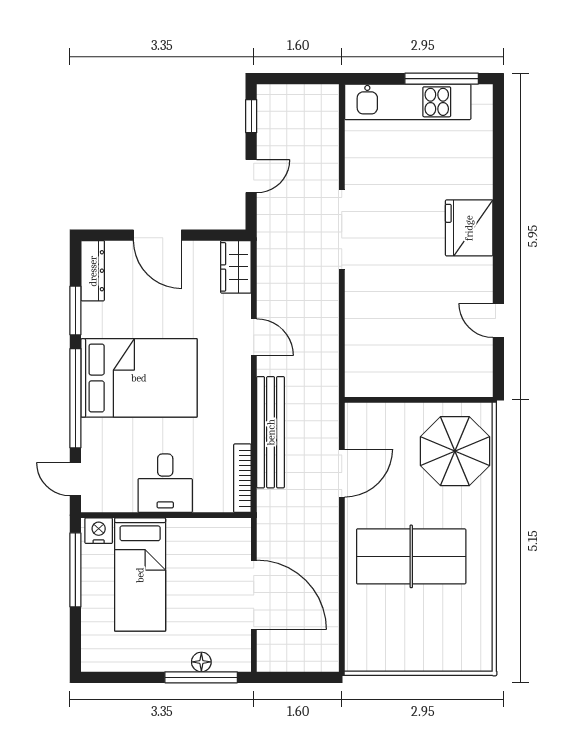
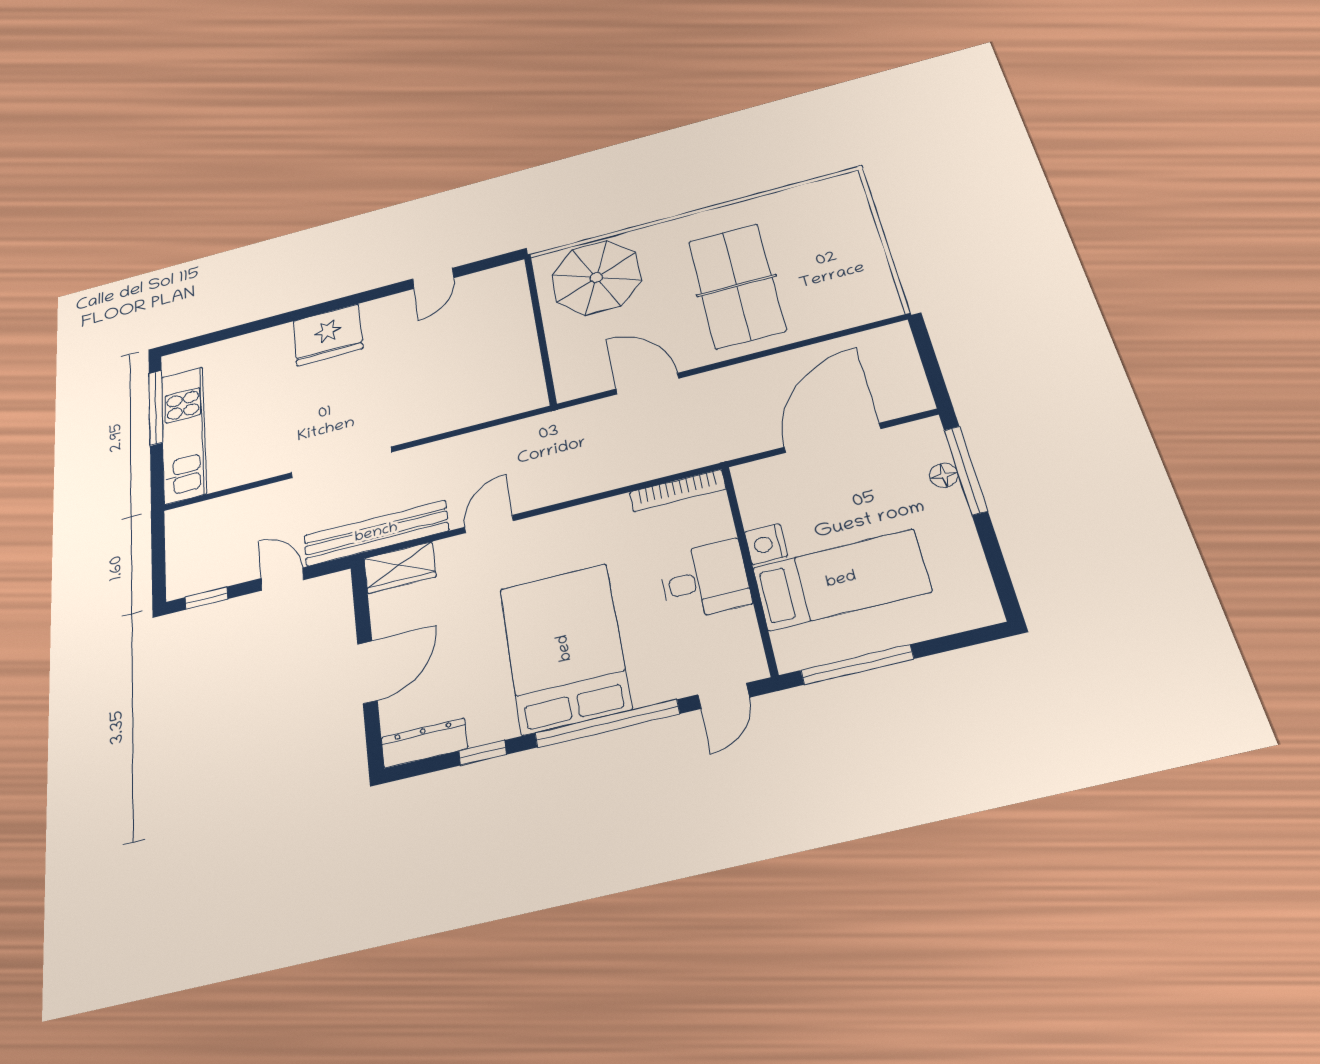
window: (75, 311) -> (483, 753), width x0.67
bench: (271, 432) -> (376, 533), moved
nightstand: (99, 531) -> (766, 544), moved

